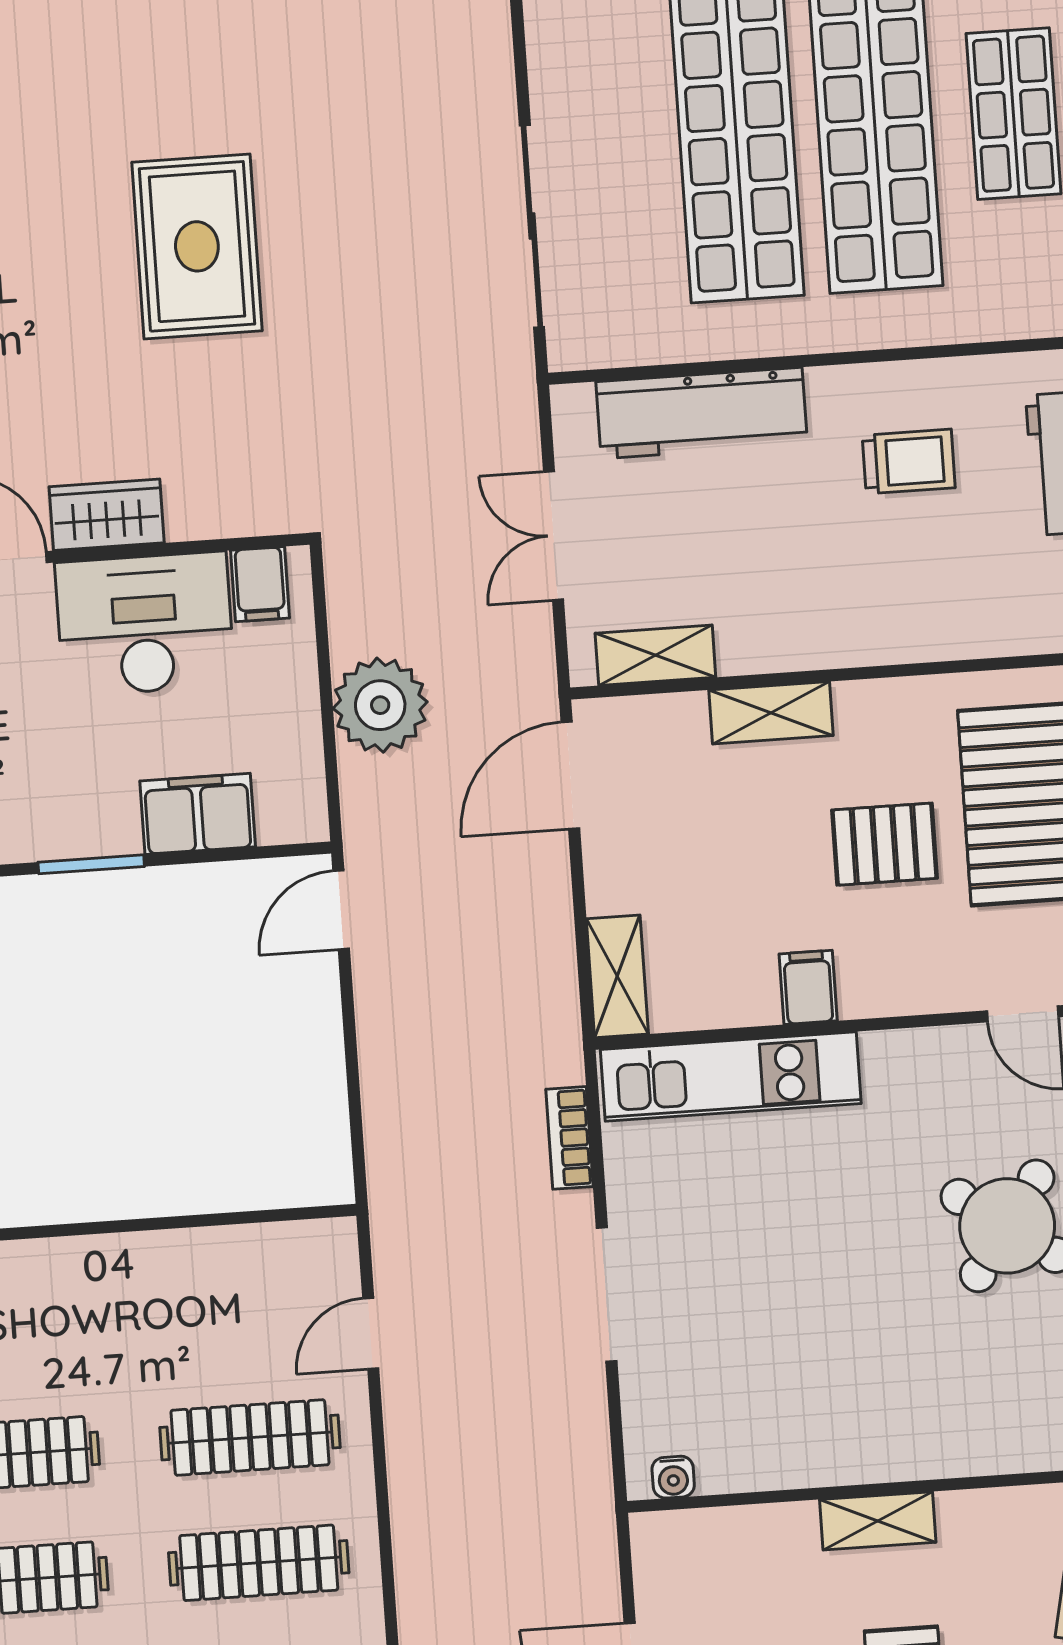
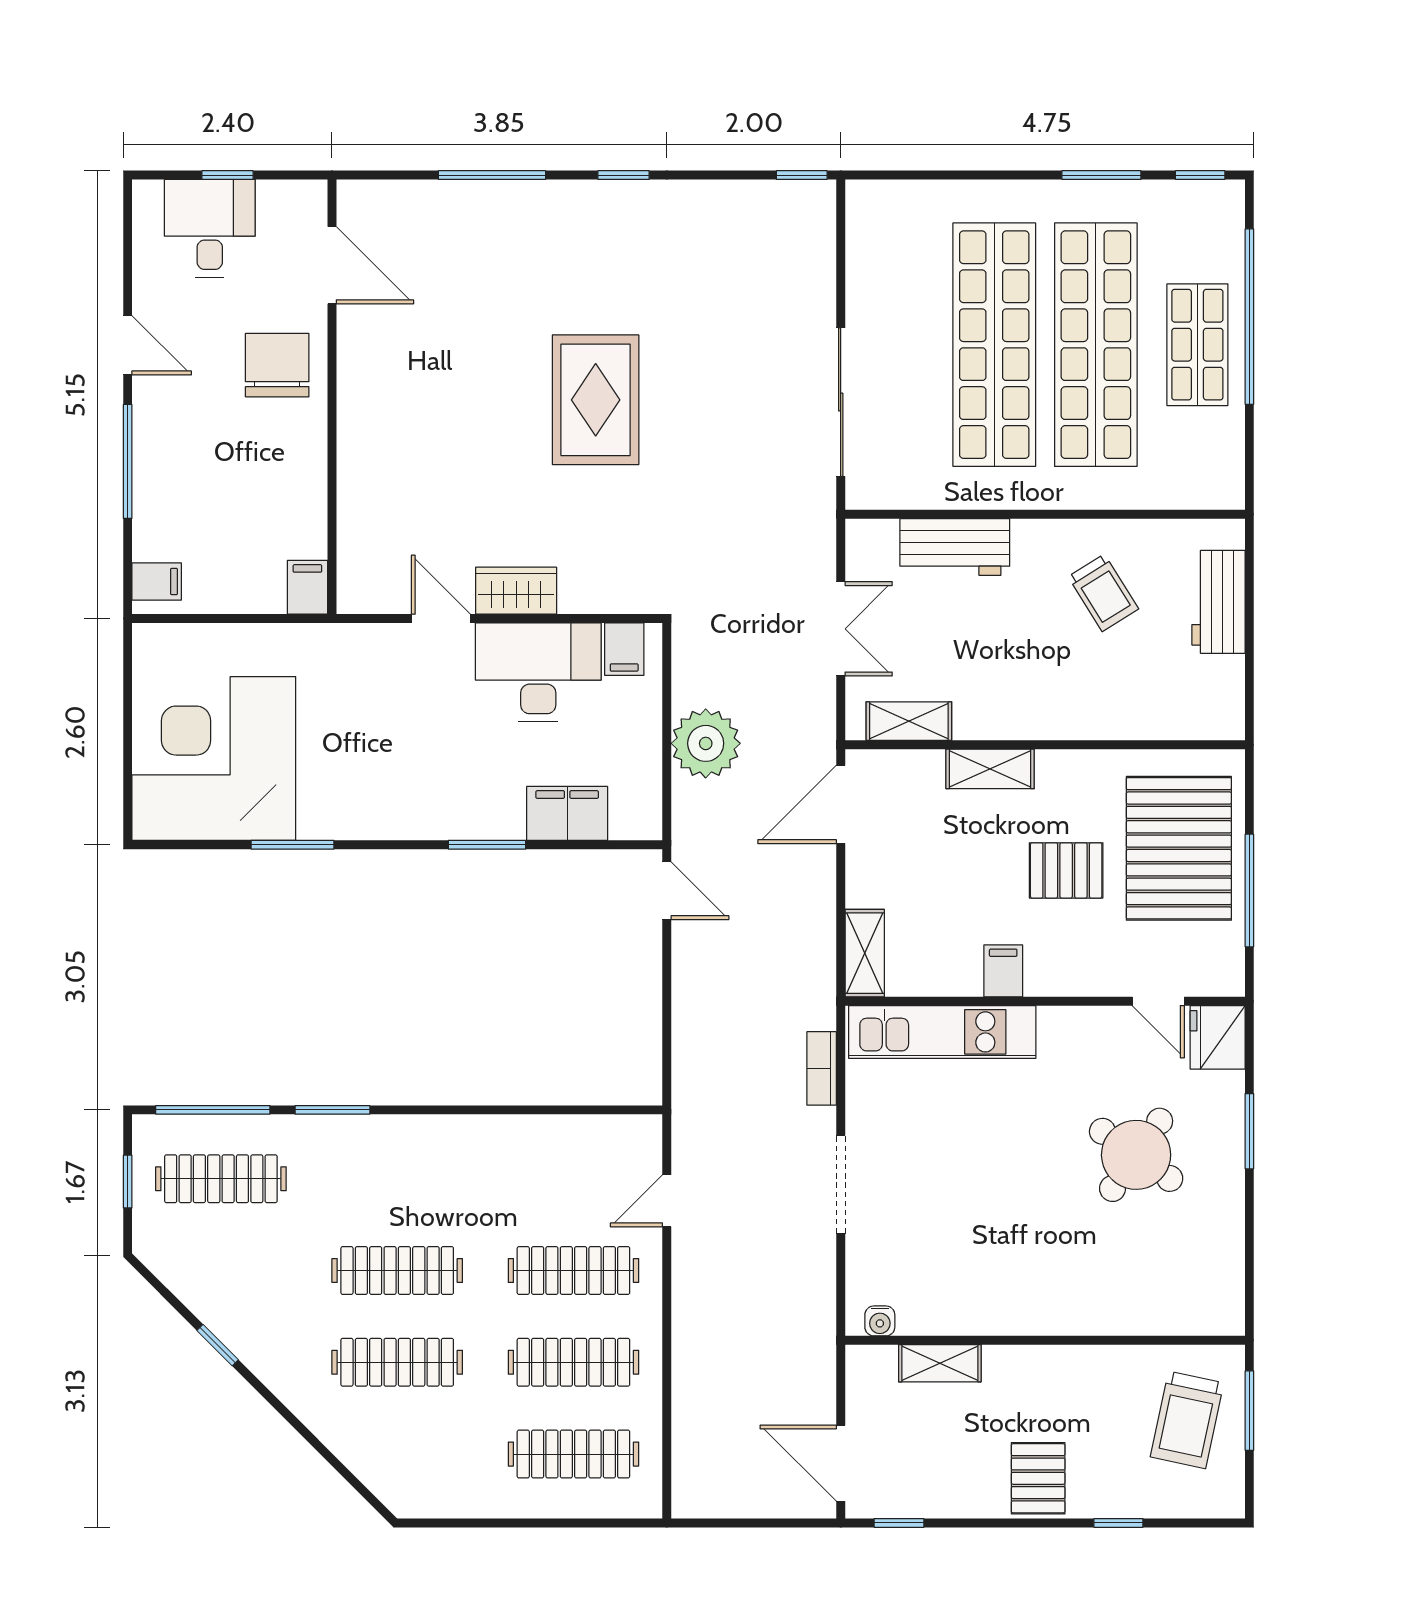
workbench: (702, 413) -> (955, 547), width x0.73
trolley: (909, 461) -> (1103, 593), turned 58
double door: (554, 536) -> (841, 629), swing flipped
door: (341, 910) -> (667, 891), swing flipped
shelving: (878, 1521) -> (940, 1363), moved

